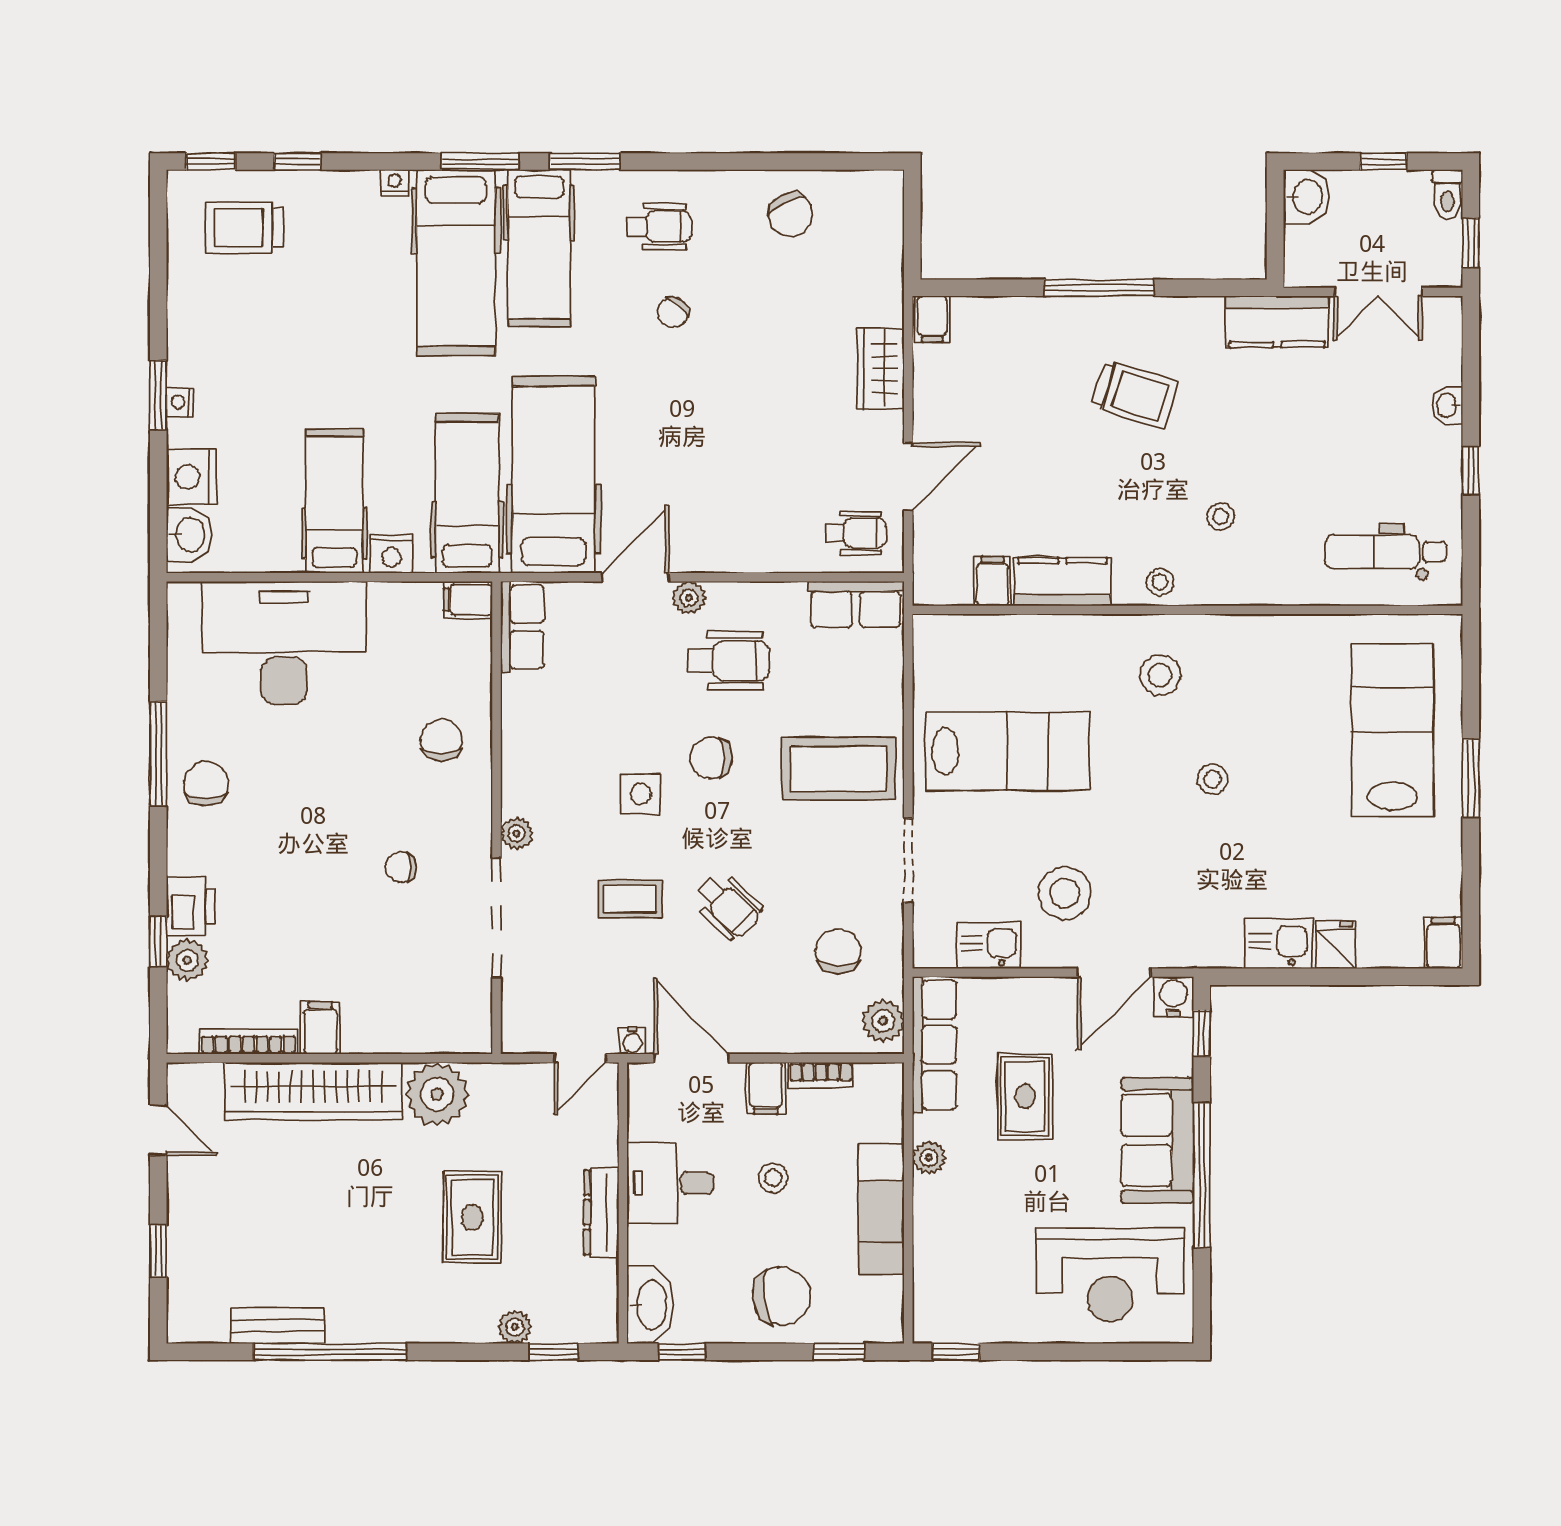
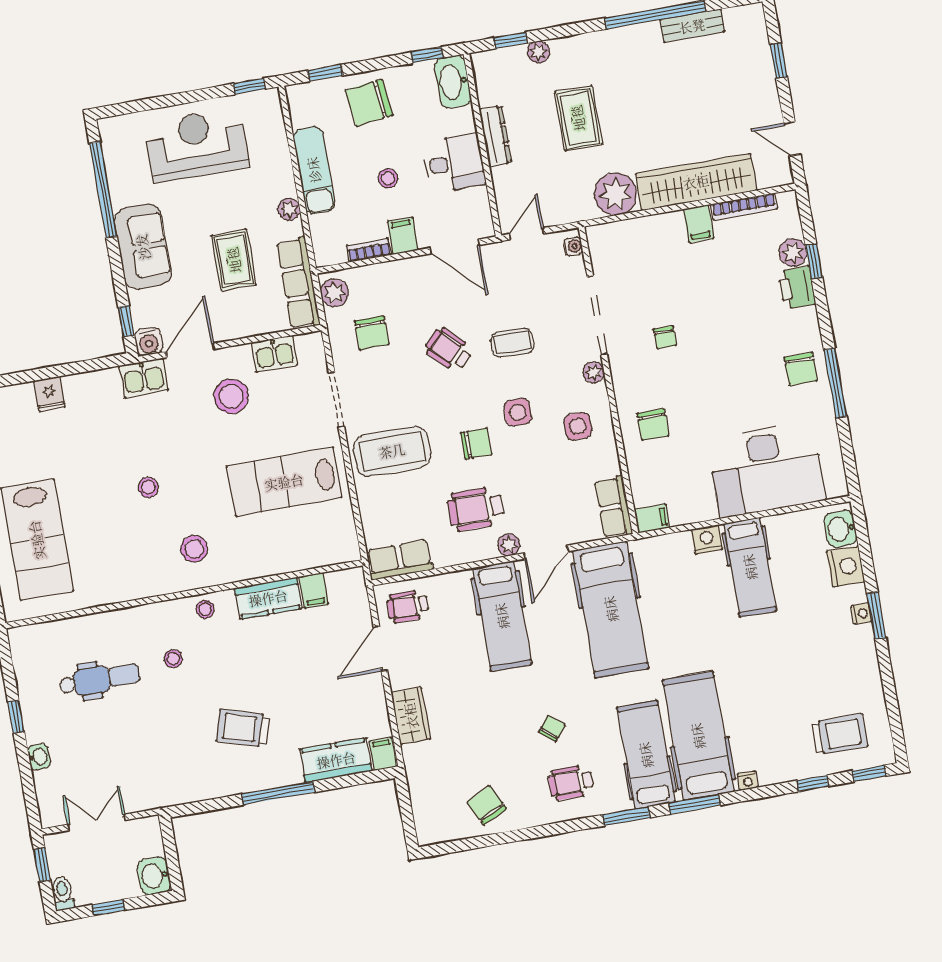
kitchen counter: (1277, 322) -> (336, 760), moved
hospital bed: (467, 493) -> (502, 616), moved
dental chair: (1386, 552) -> (100, 679), moved
side table: (555, 757) -> (578, 426), added
chair: (401, 867) -> (665, 337), turned 90
kitchen sink: (1278, 944) -> (144, 378), moved
water cooler: (632, 1041) -> (573, 246), moved, turned 90
window: (1202, 1175) -> (103, 190), moved
reception desk: (1110, 1275) -> (196, 145), moved

